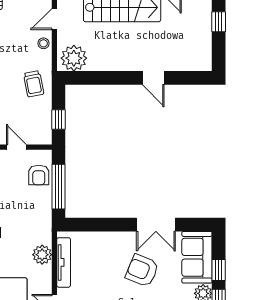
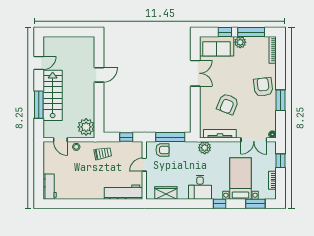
window: (219, 22) -> (62, 32), removed
plant: (42, 255) -> (205, 148), moved
armchair: (142, 270) -> (228, 104), moved

